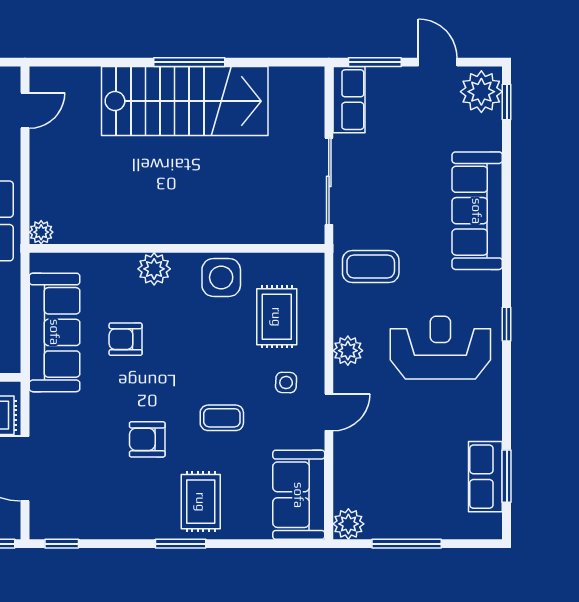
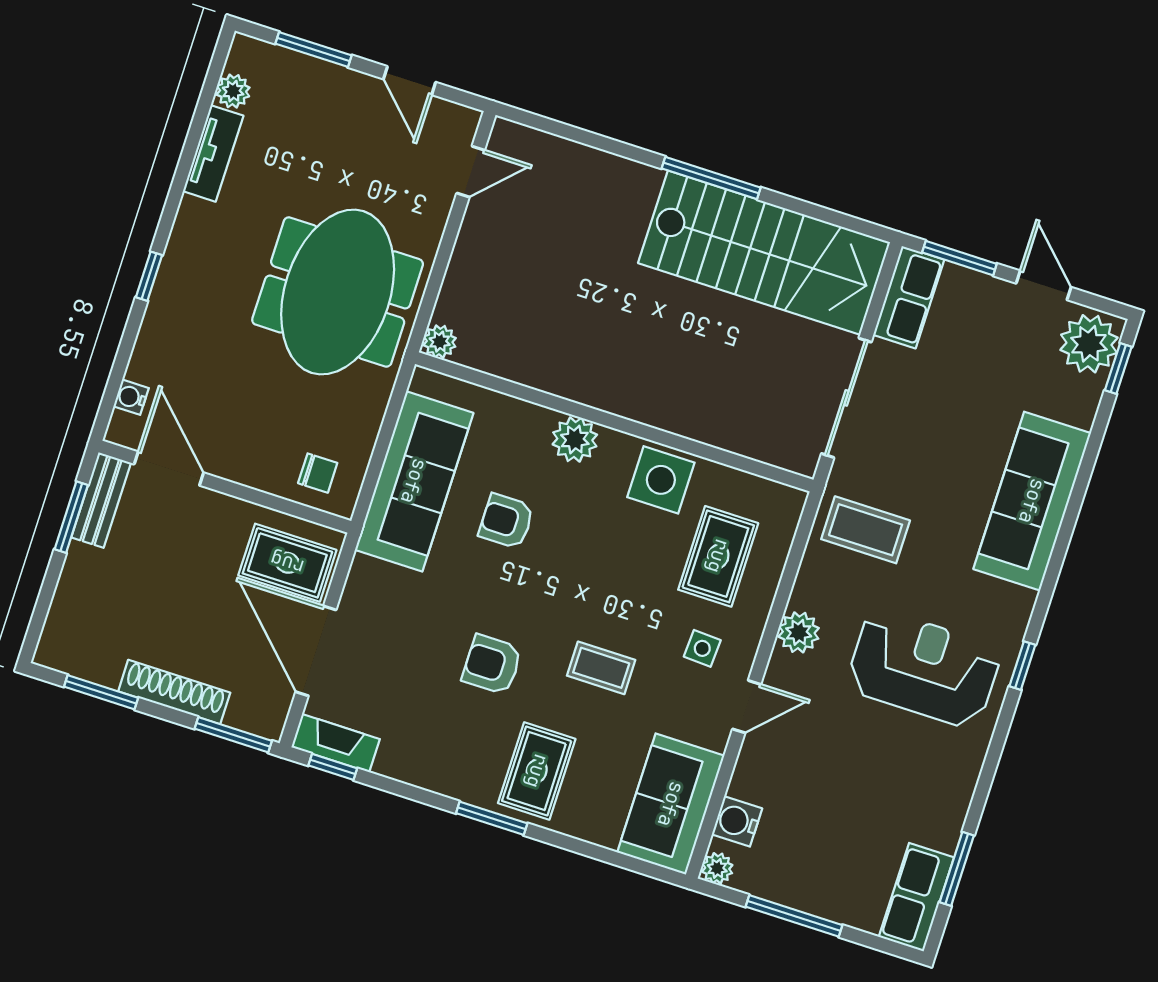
stairs: (185, 101) -> (764, 253), moved
row of seats: (485, 477) -> (916, 897), moved
water cooler: (347, 492) -> (737, 821), added
plant: (348, 524) -> (717, 868), width x0.73, depth x0.73
fireplace: (58, 527) -> (336, 743), added

